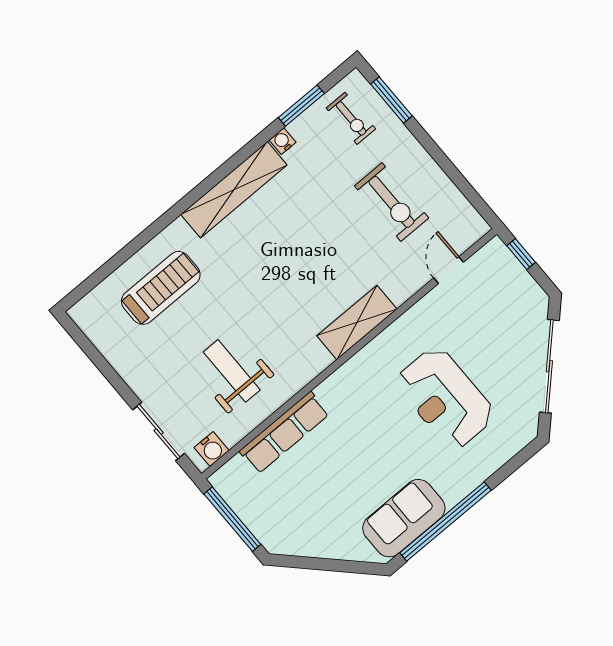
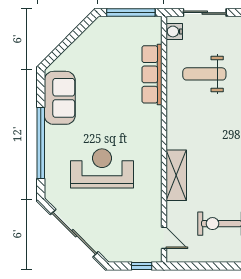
door: (449, 270) -> (164, 238), moved
shelving: (357, 322) -> (176, 175), moved
weight bench: (232, 371) -> (204, 74), turned 180
window: (446, 521) -> (41, 143), moved

